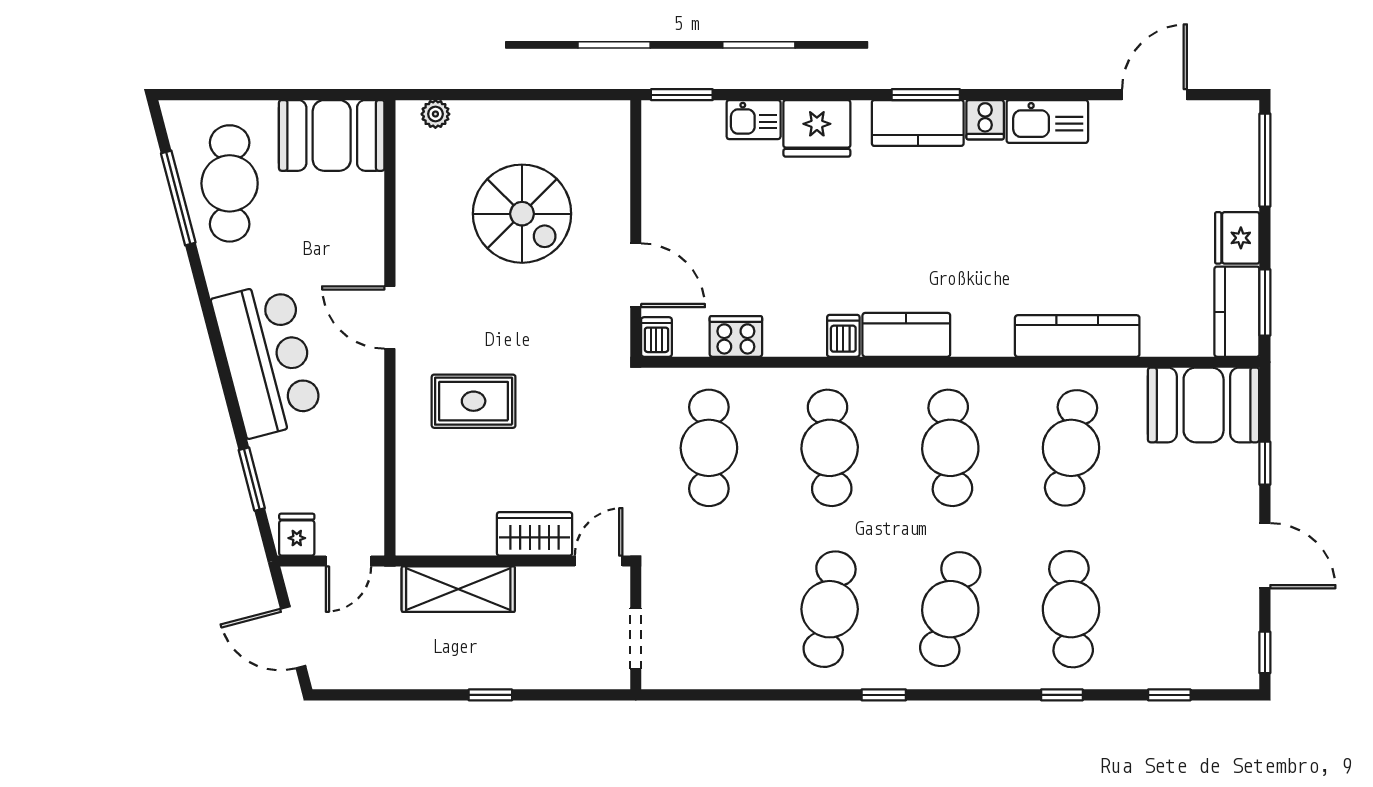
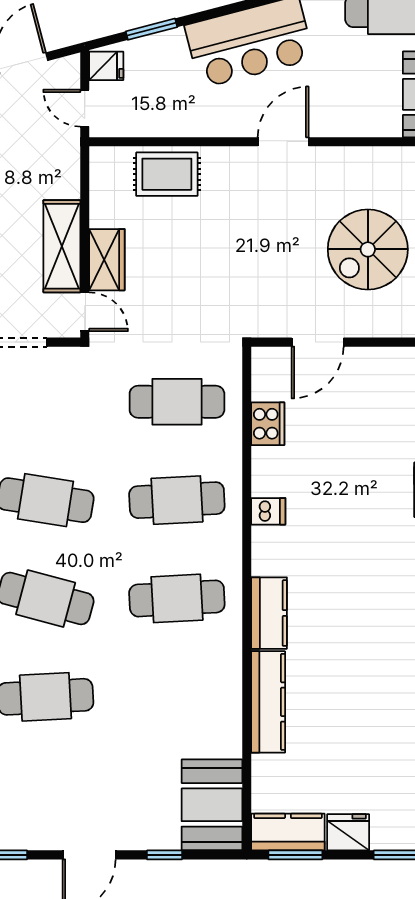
kitchen counter: (906, 335) -> (269, 613), moved
dishwasher: (656, 337) -> (267, 359), removed
rug: (474, 401) -> (167, 174), moved, turned 90
cafe table: (1071, 448) -> (177, 697), removed
shelving: (458, 589) -> (62, 246), moved

